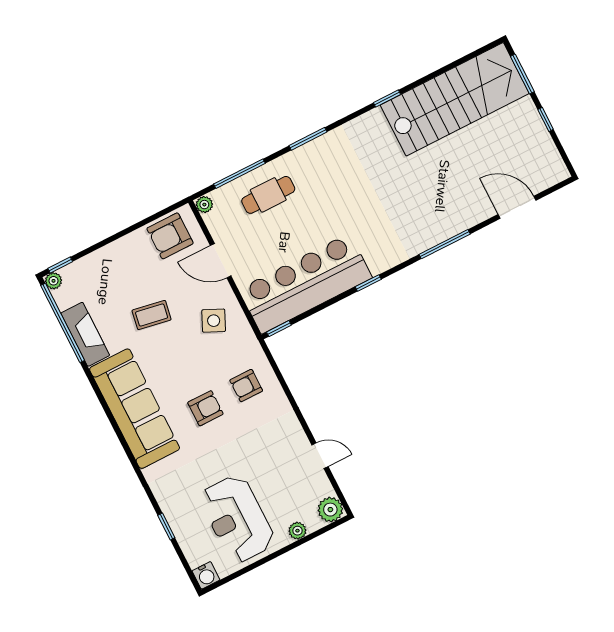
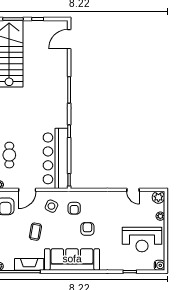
door: (517, 207) -> (69, 39), moved
armchair: (246, 386) -> (74, 208), moved
door: (320, 456) -> (133, 190), swing flipped

